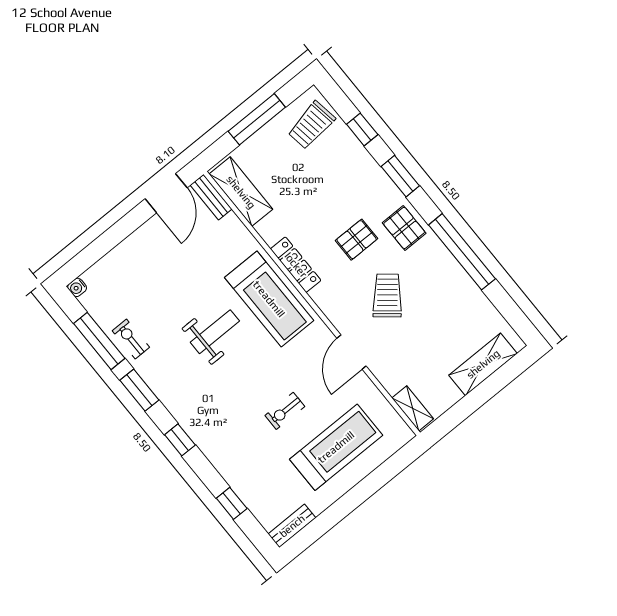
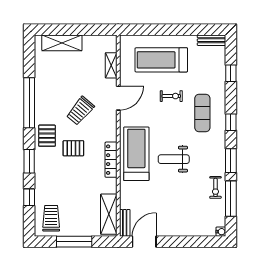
trolley: (311, 125) -> (51, 218), turned -81
shelving: (413, 408) -> (111, 65), moved
exercise mat: (227, 422) -> (202, 113), added

